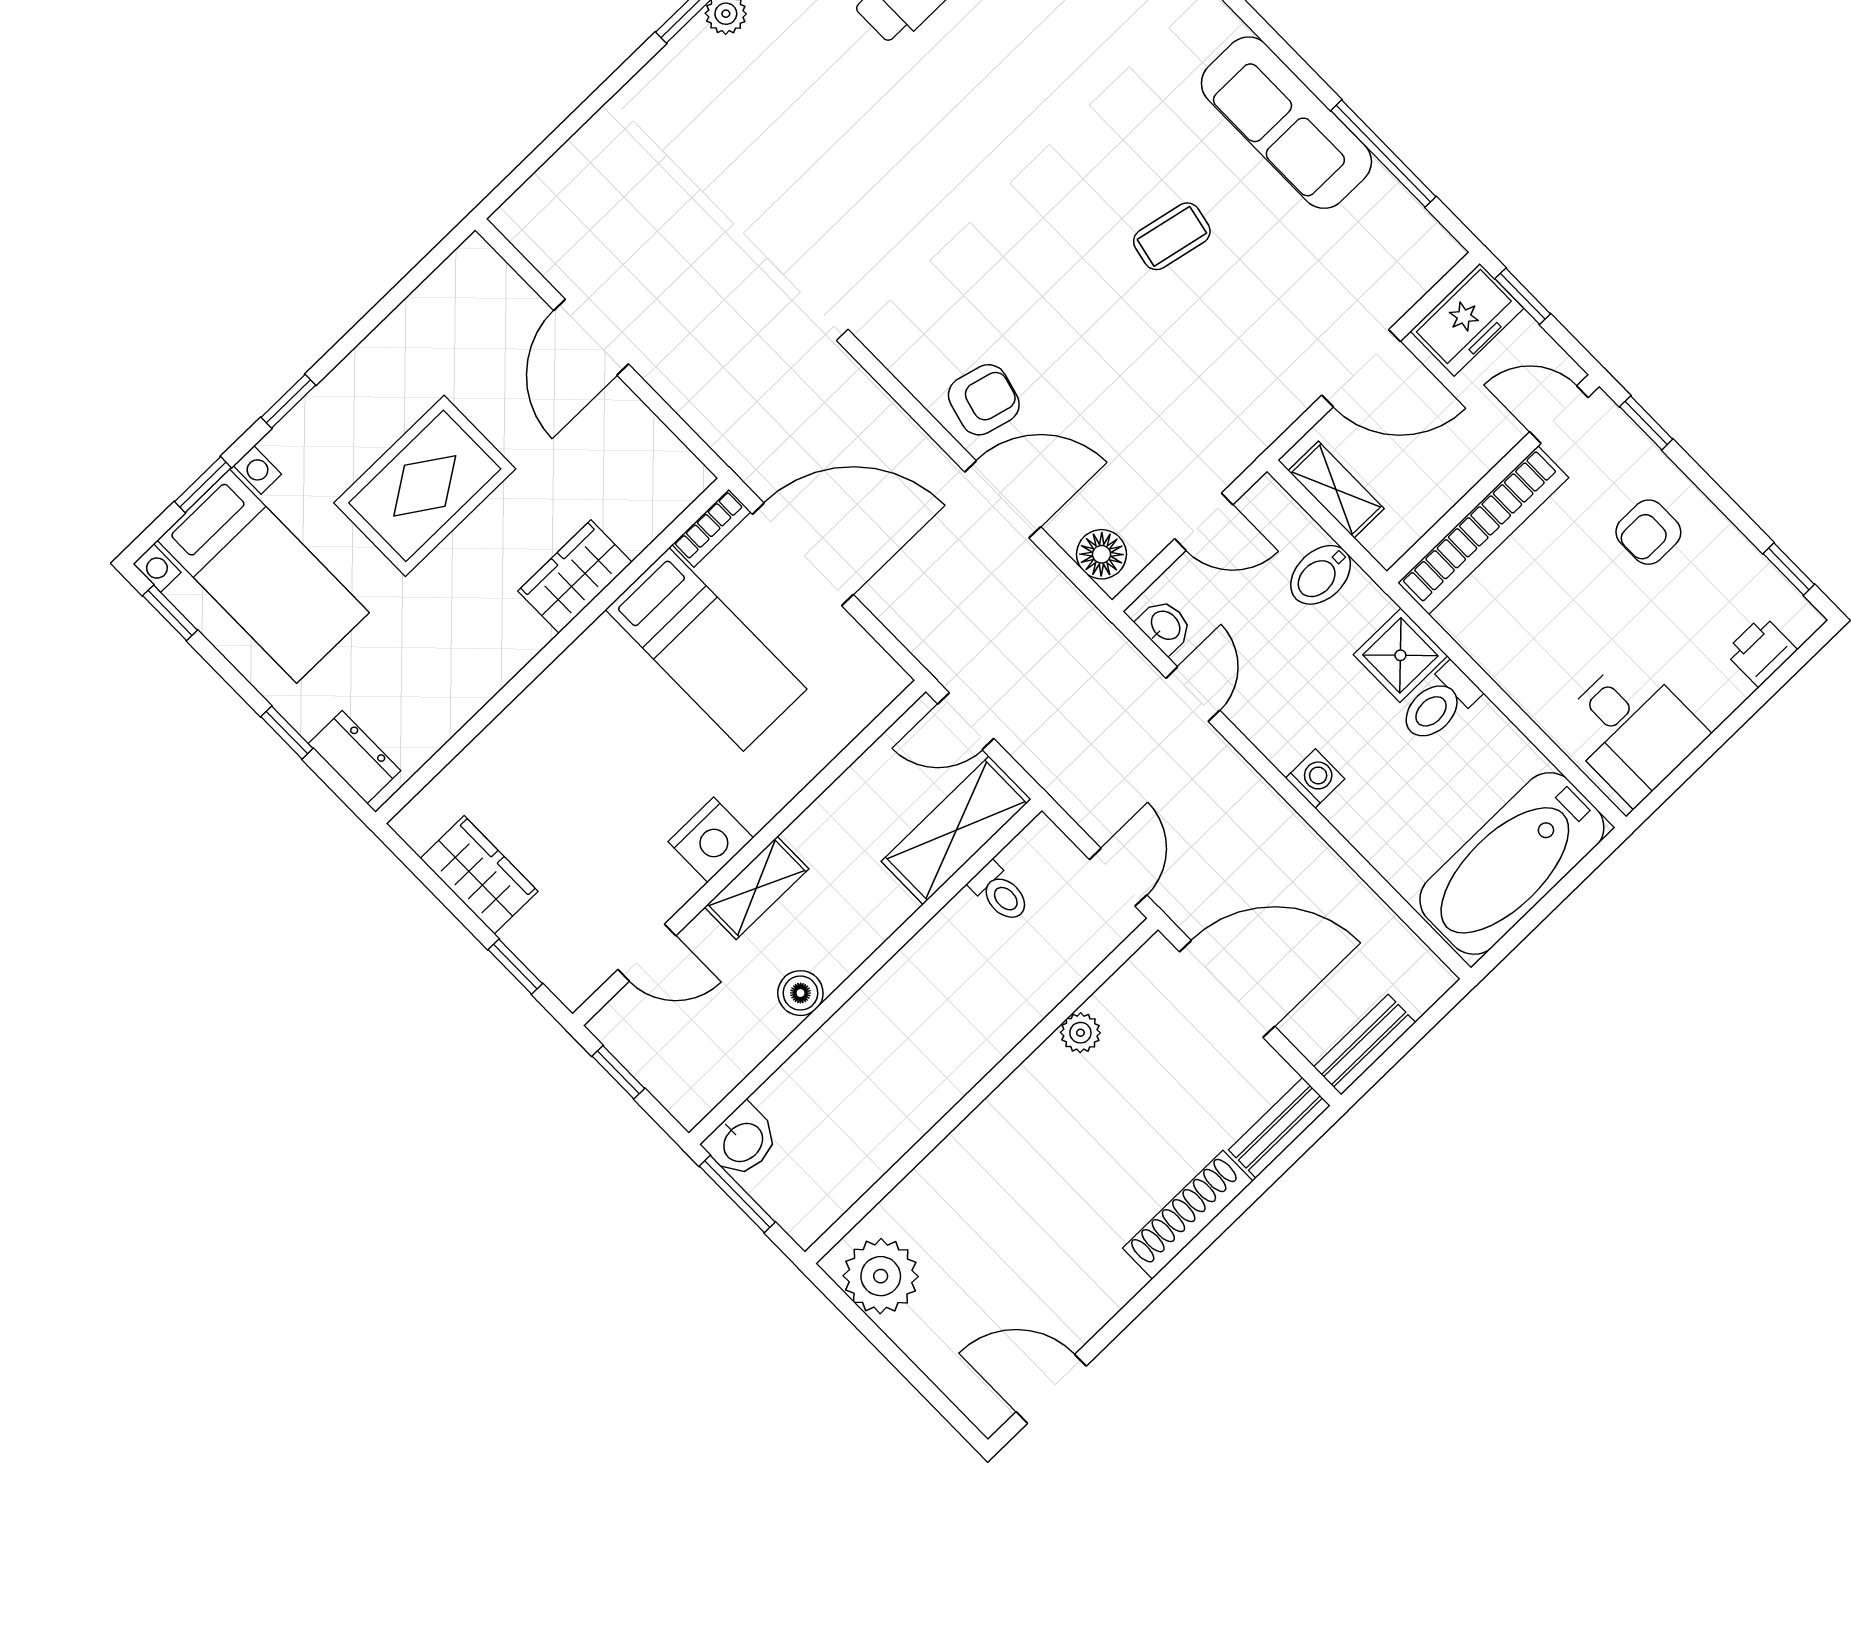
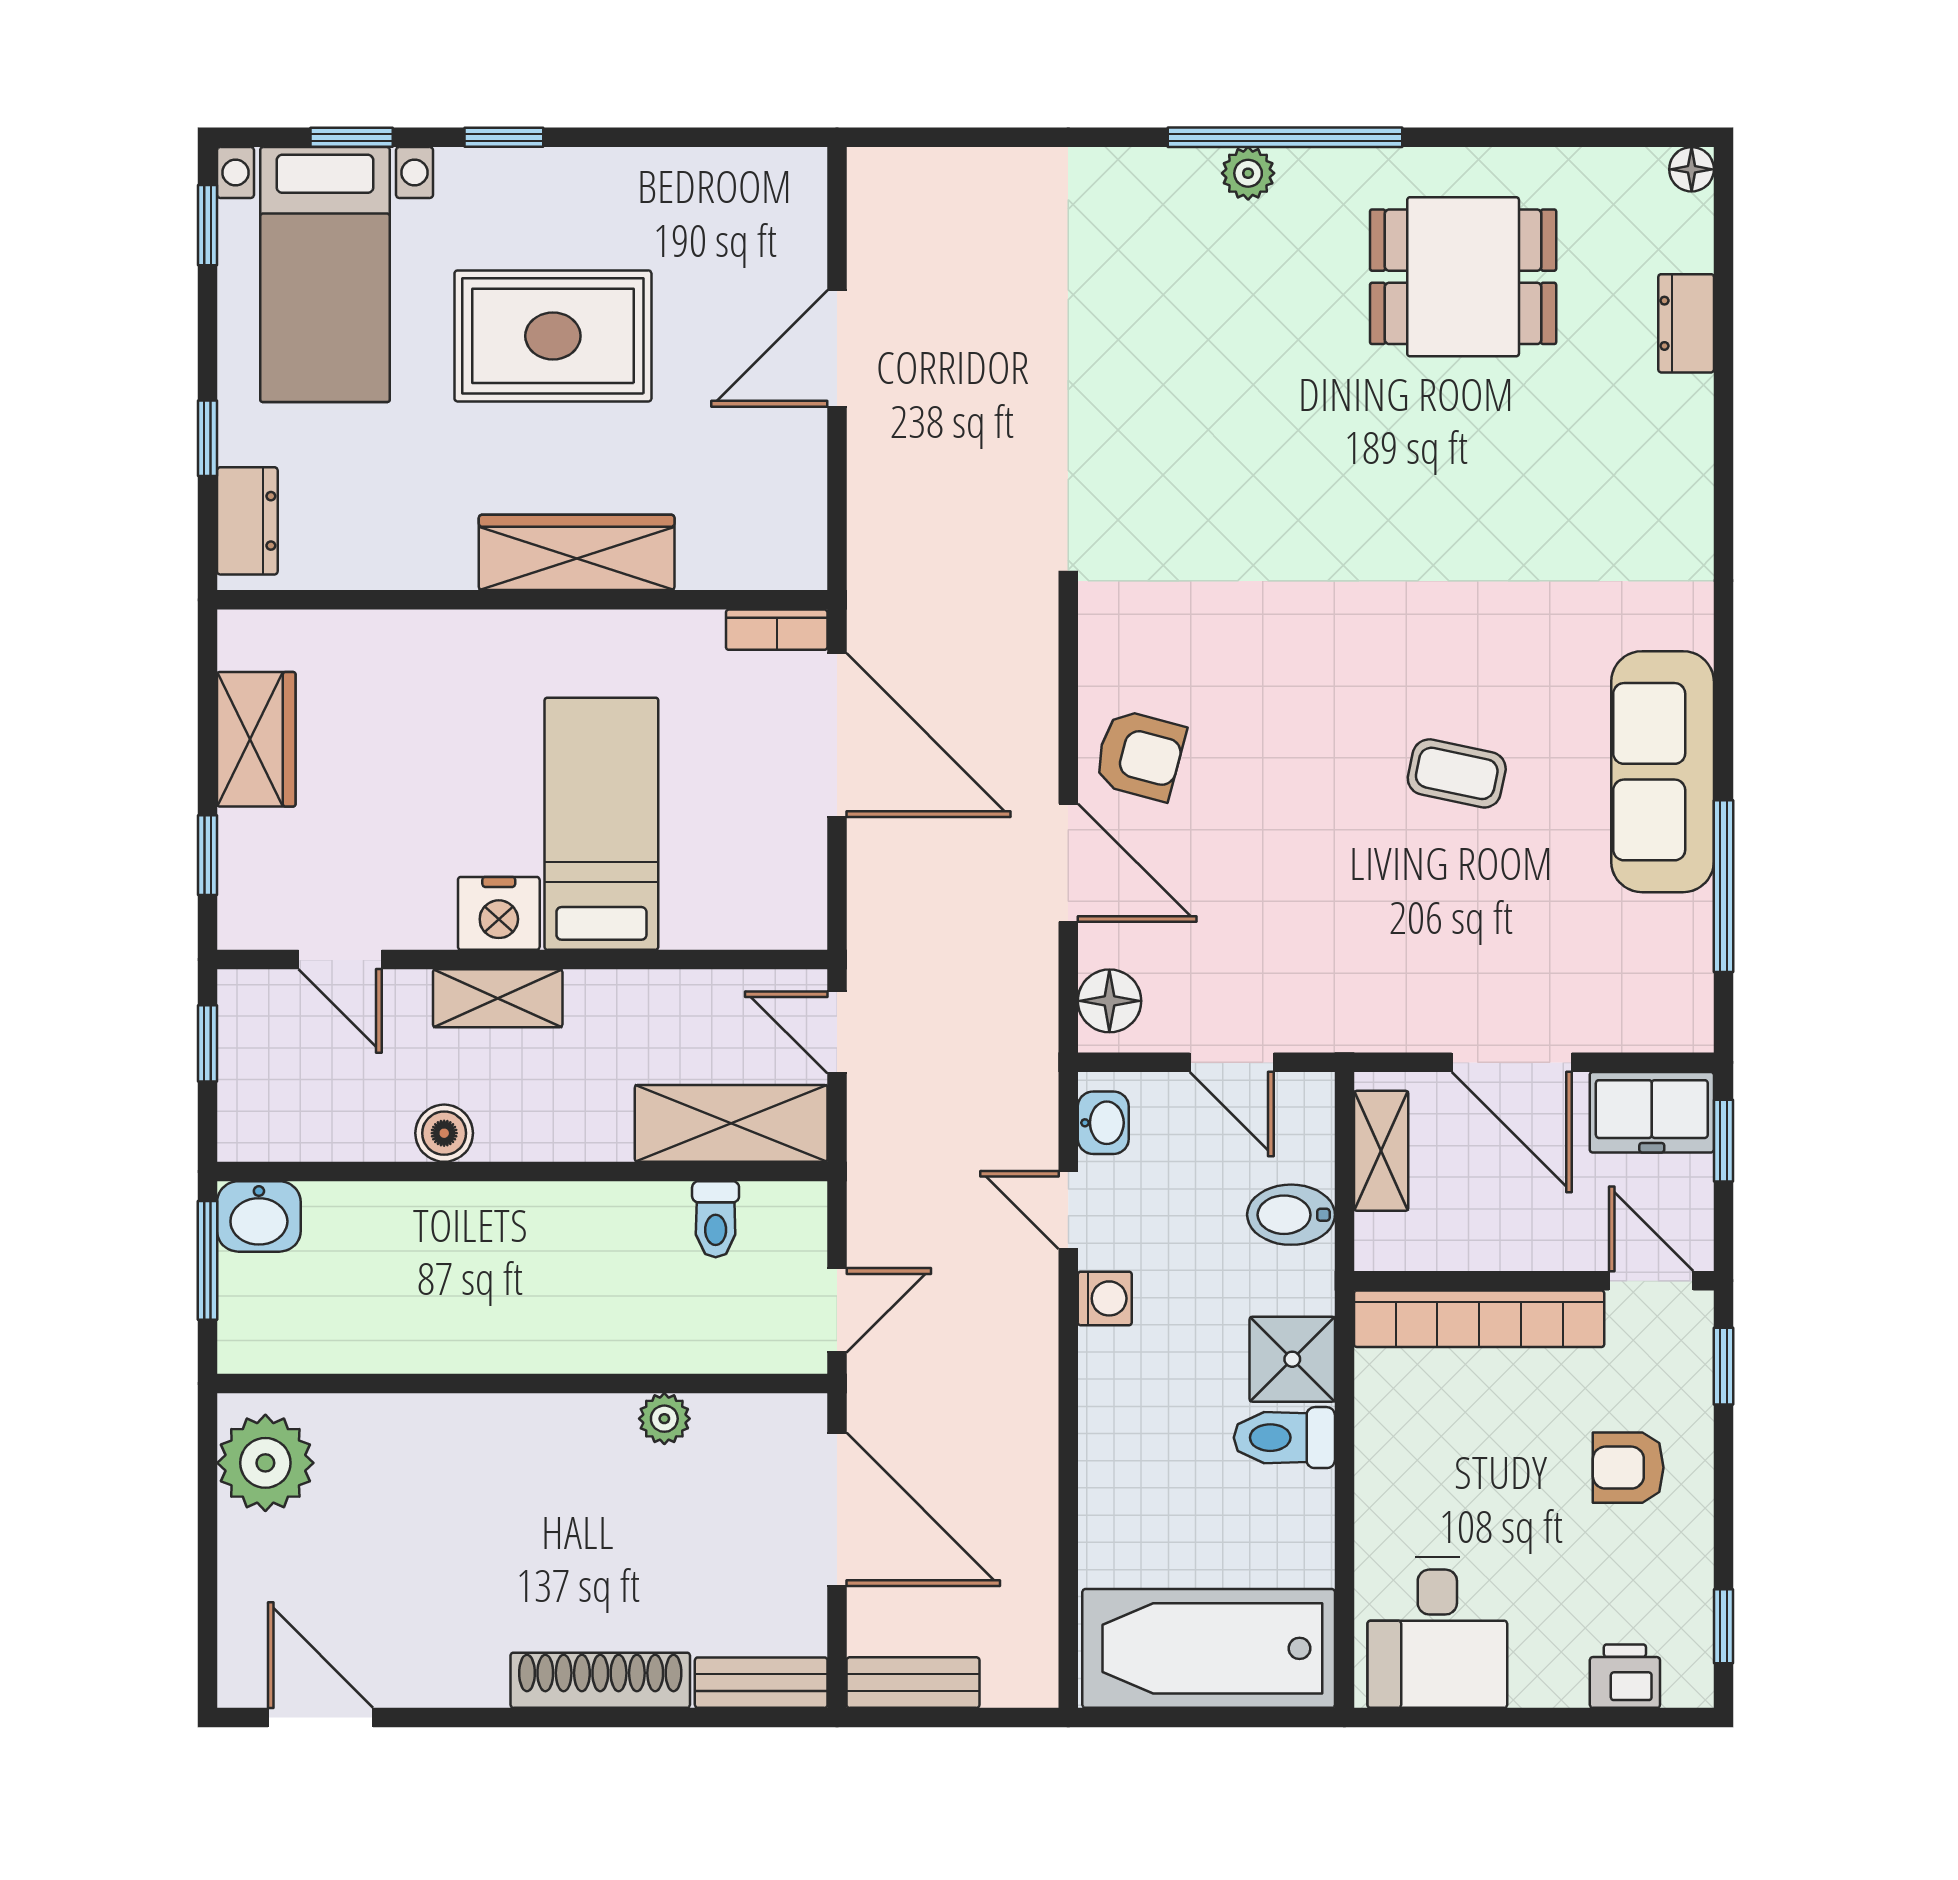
wardrobe: (575, 577) -> (577, 552), width x1.50
bed: (706, 649) -> (601, 824), moved, turned 180
door: (1193, 694) -> (1068, 1210), swing flipped
washing machine: (1315, 778) -> (1105, 1298), moved

